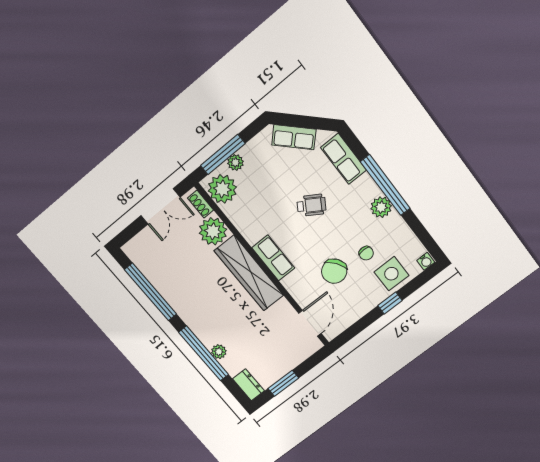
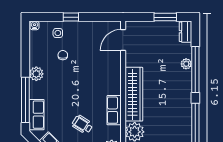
window: (385, 185) -> (25, 100), moved
wheelchair: (311, 205) -> (82, 125), moved
row of seats: (273, 258) -> (114, 110), moved
chair: (334, 271) -> (87, 59), removed
side table: (391, 274) -> (58, 33), width x0.54, depth x0.54

